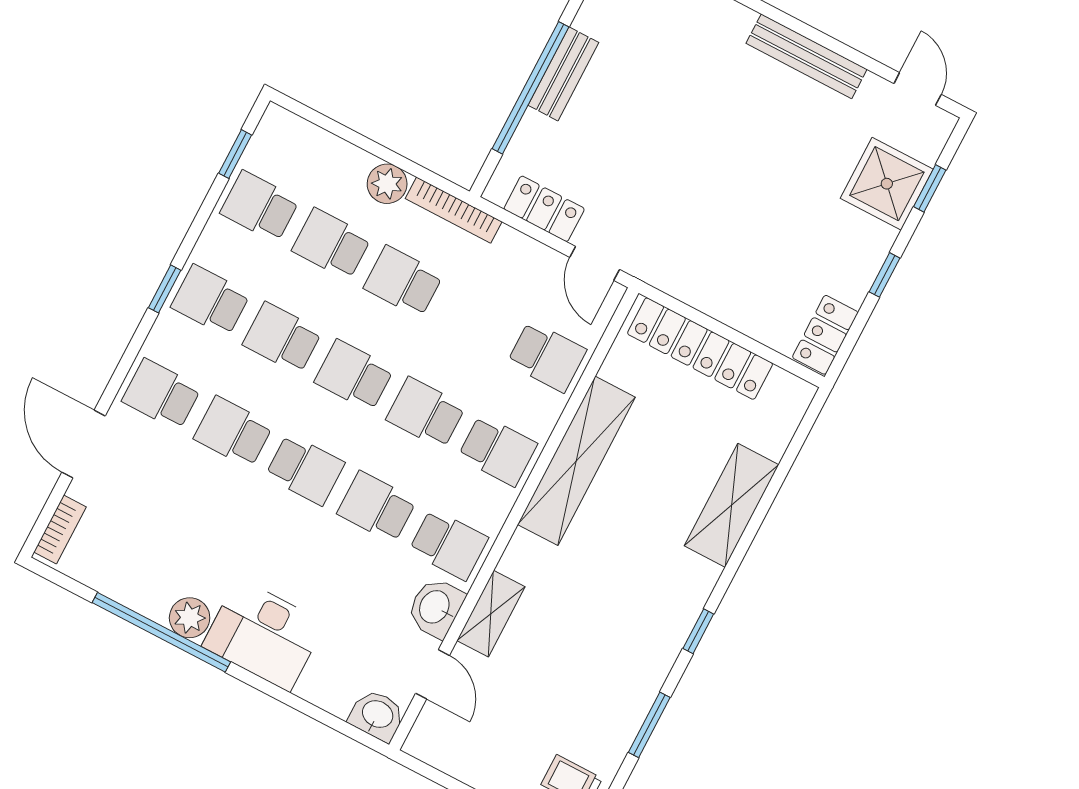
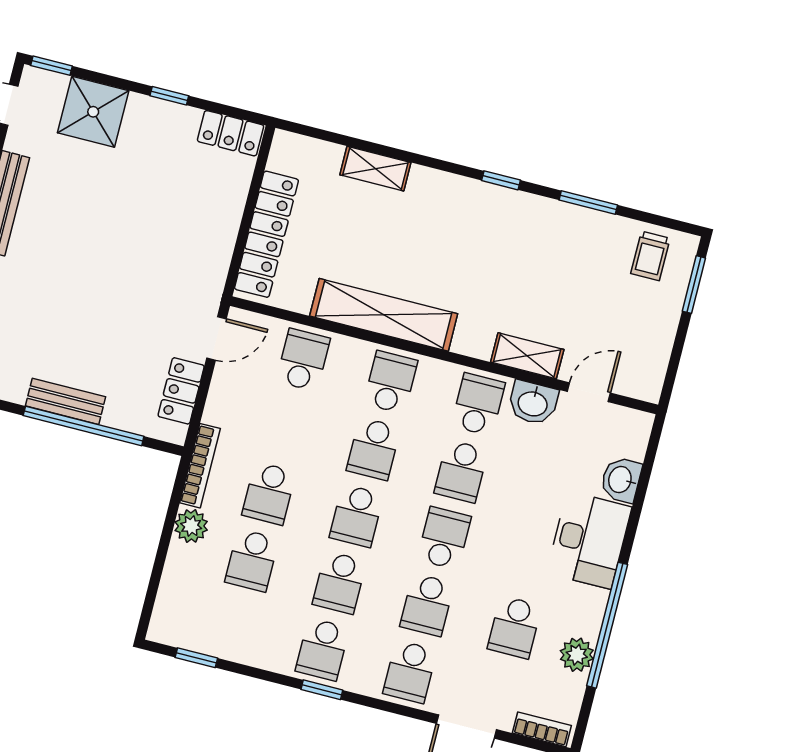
window: (930, 188) -> (51, 66), moved
school desk: (260, 206) -> (515, 627), moved
shelving: (732, 505) -> (375, 169), width x0.67, depth x0.75
plant: (190, 618) -> (577, 655), moved
washbasin: (377, 715) -> (621, 480), moved

